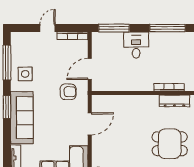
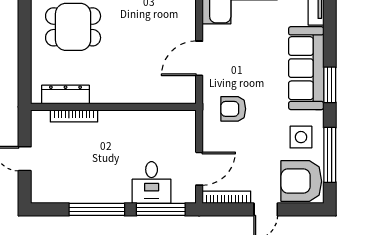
window: (167, 28) -> (97, 209), moved
desk: (136, 45) -> (152, 183), moved
armchair: (25, 46) -> (301, 181), added
door: (90, 69) -> (199, 169), moved

